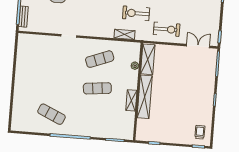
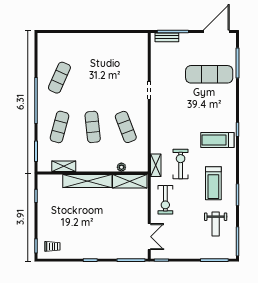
shelving: (125, 34) -> (156, 165), moved
shelving: (131, 100) -> (64, 166), moved
exercise mat: (95, 118) -> (59, 127), added

